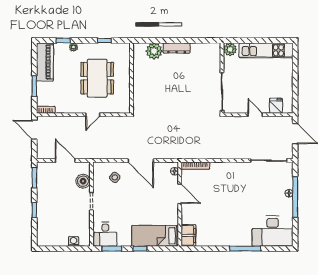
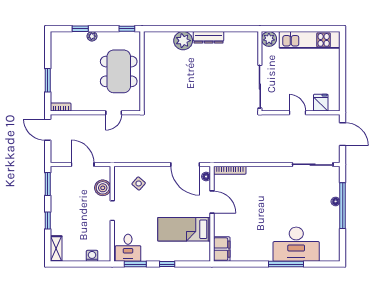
piano: (45, 62) -> (60, 53), removed
wall: (132, 78) -> (142, 71), moved
door: (141, 161) -> (185, 165), moved
desk: (273, 231) -> (296, 244), moved
shelving: (42, 235) -> (56, 249), added
bed: (155, 236) -> (184, 229), moved

